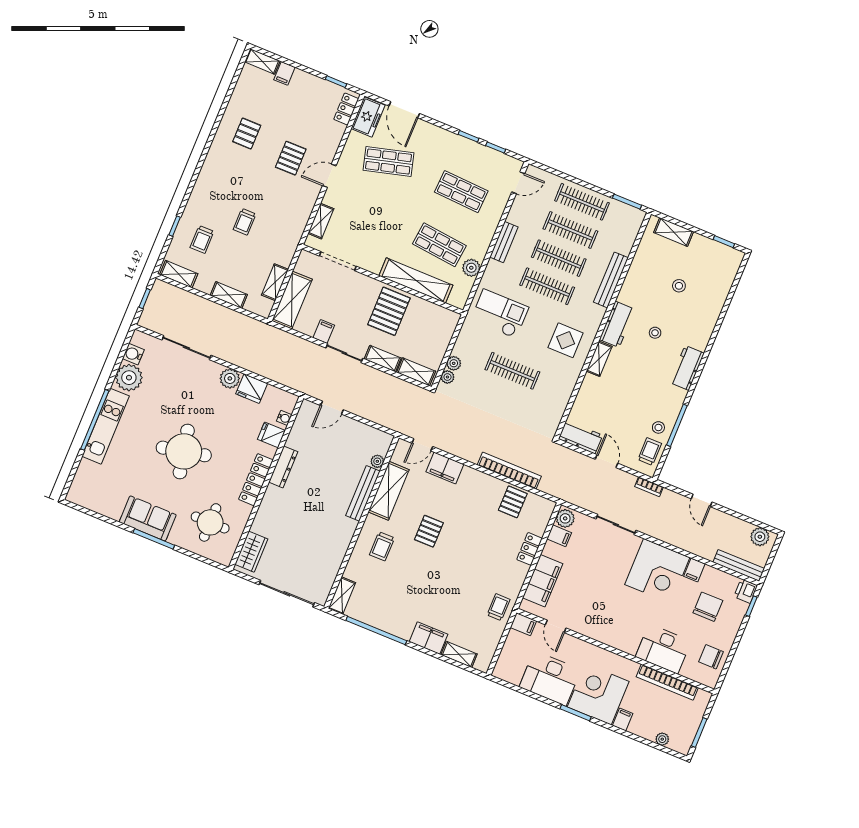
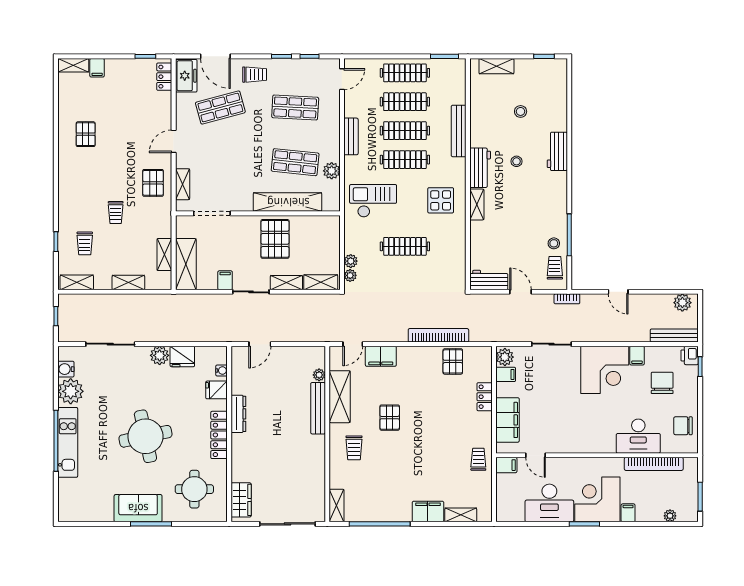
trolley: (435, 143) -> (255, 75), added
pallet: (291, 158) -> (153, 183), moved
workbench: (687, 368) -> (557, 151), moved

